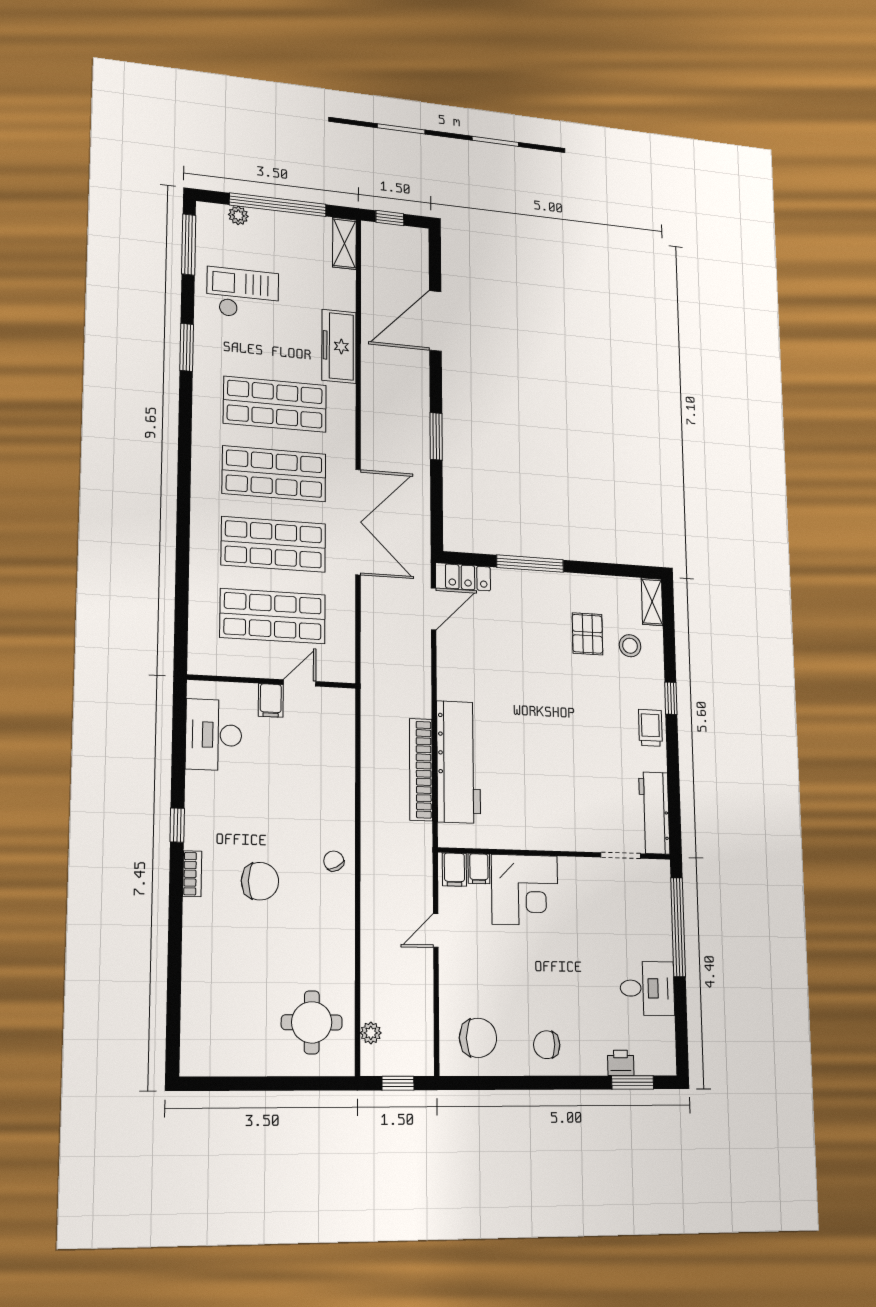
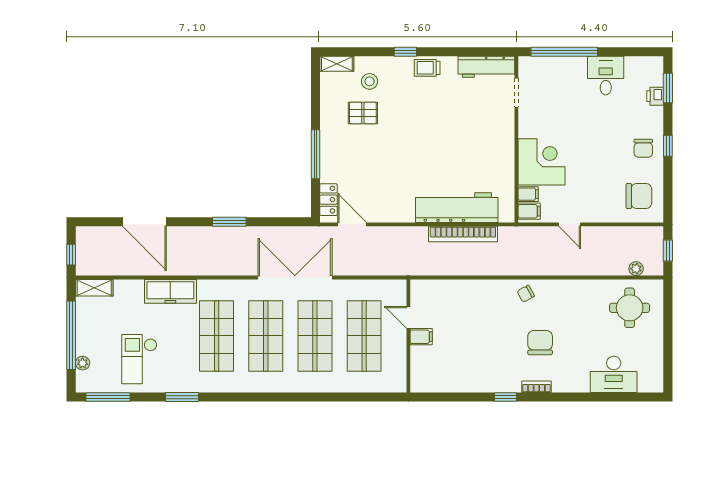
desk: (214, 735) -> (614, 374), moved
chair: (478, 1038) -> (639, 196), turned 90
window: (551, 1083) -> (668, 146), added

